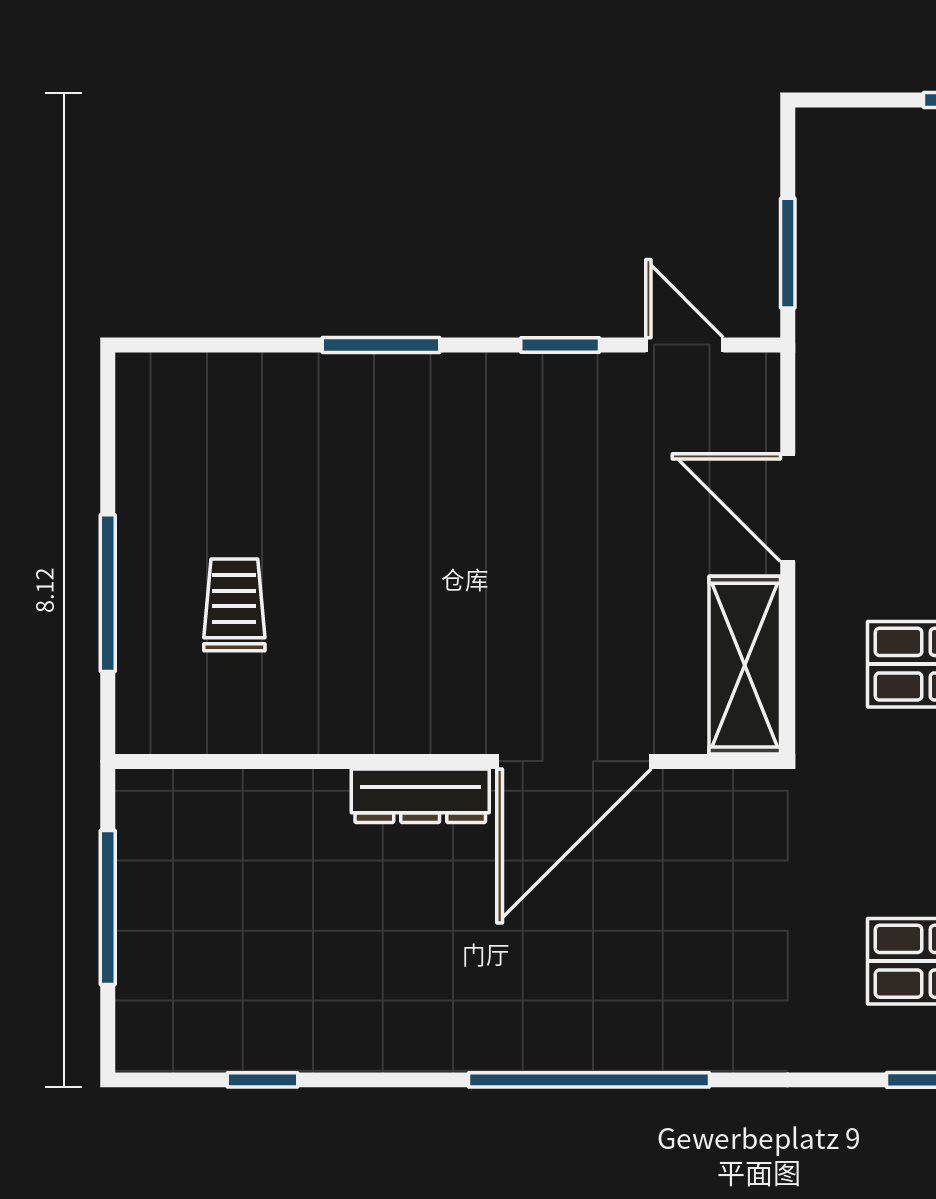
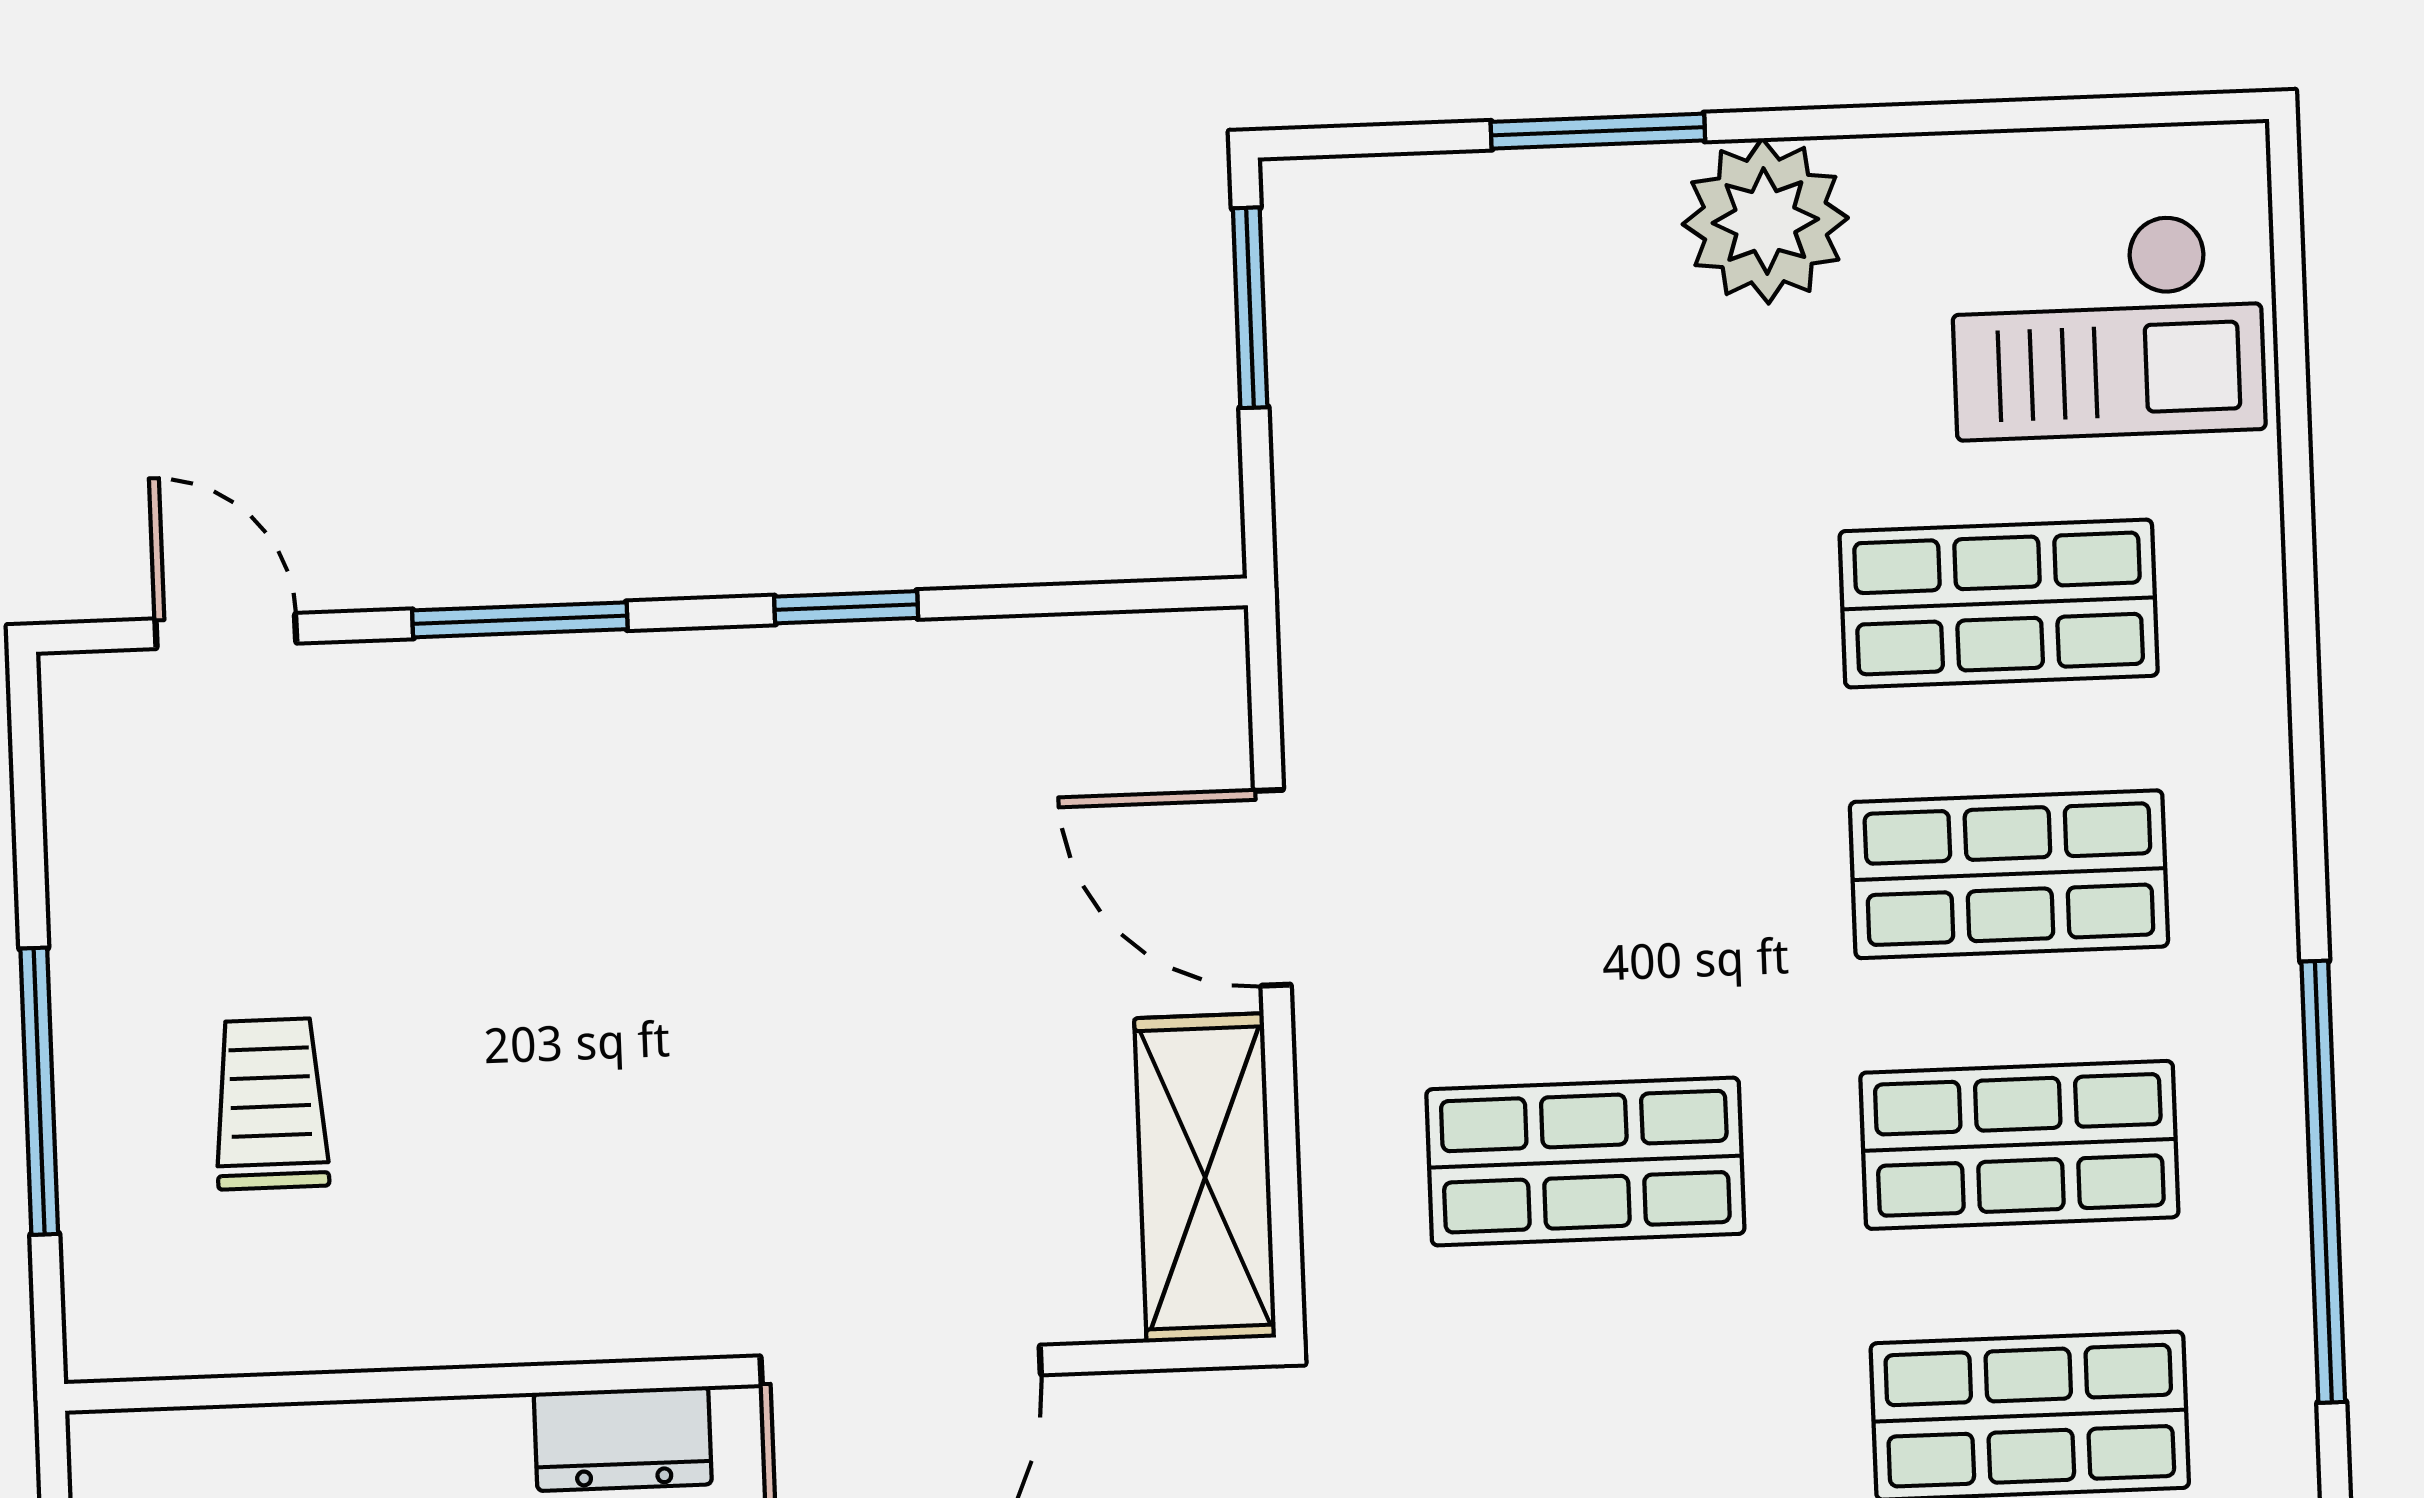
window: (788, 253) -> (1250, 308), moved
door: (684, 345) -> (226, 631), moved
dresser: (420, 796) -> (623, 1439), width x0.70

